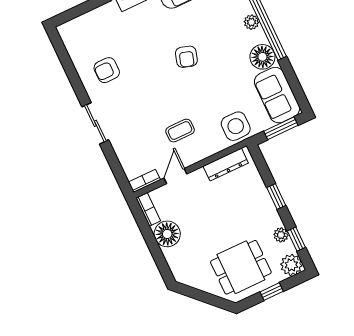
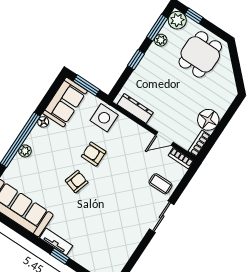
floor lamp: (262, 57) -> (43, 122), width x0.53, depth x0.53
armchair: (107, 70) -> (94, 154), moved, turned 180
coffee table: (180, 131) -> (160, 184), moved
window: (296, 239) -> (157, 28), width x1.50
dining table: (241, 267) -> (200, 54), turned 90
window: (272, 292) -> (194, 16), moved

